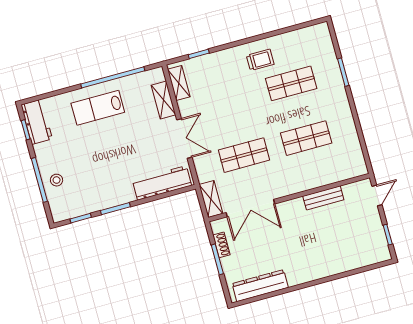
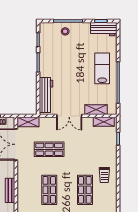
shop shelf: (244, 155) -> (49, 149), turned 90

